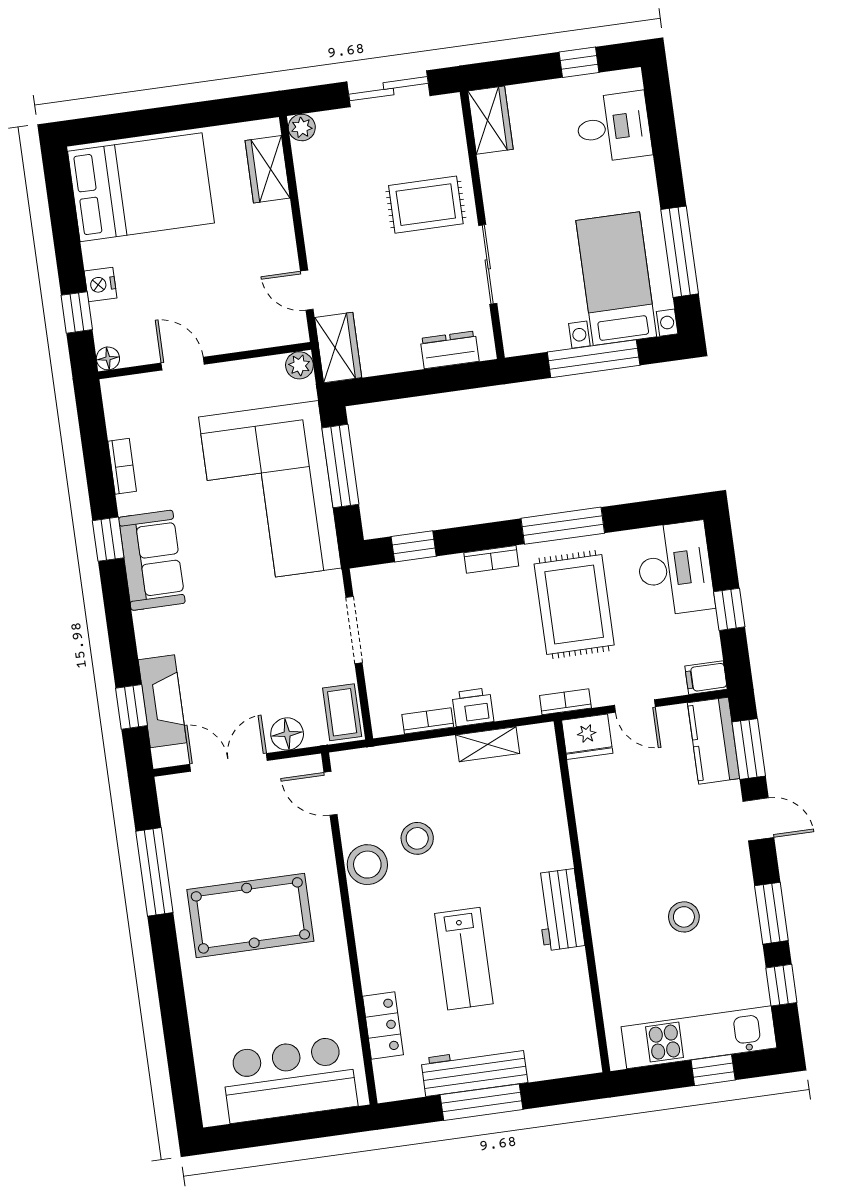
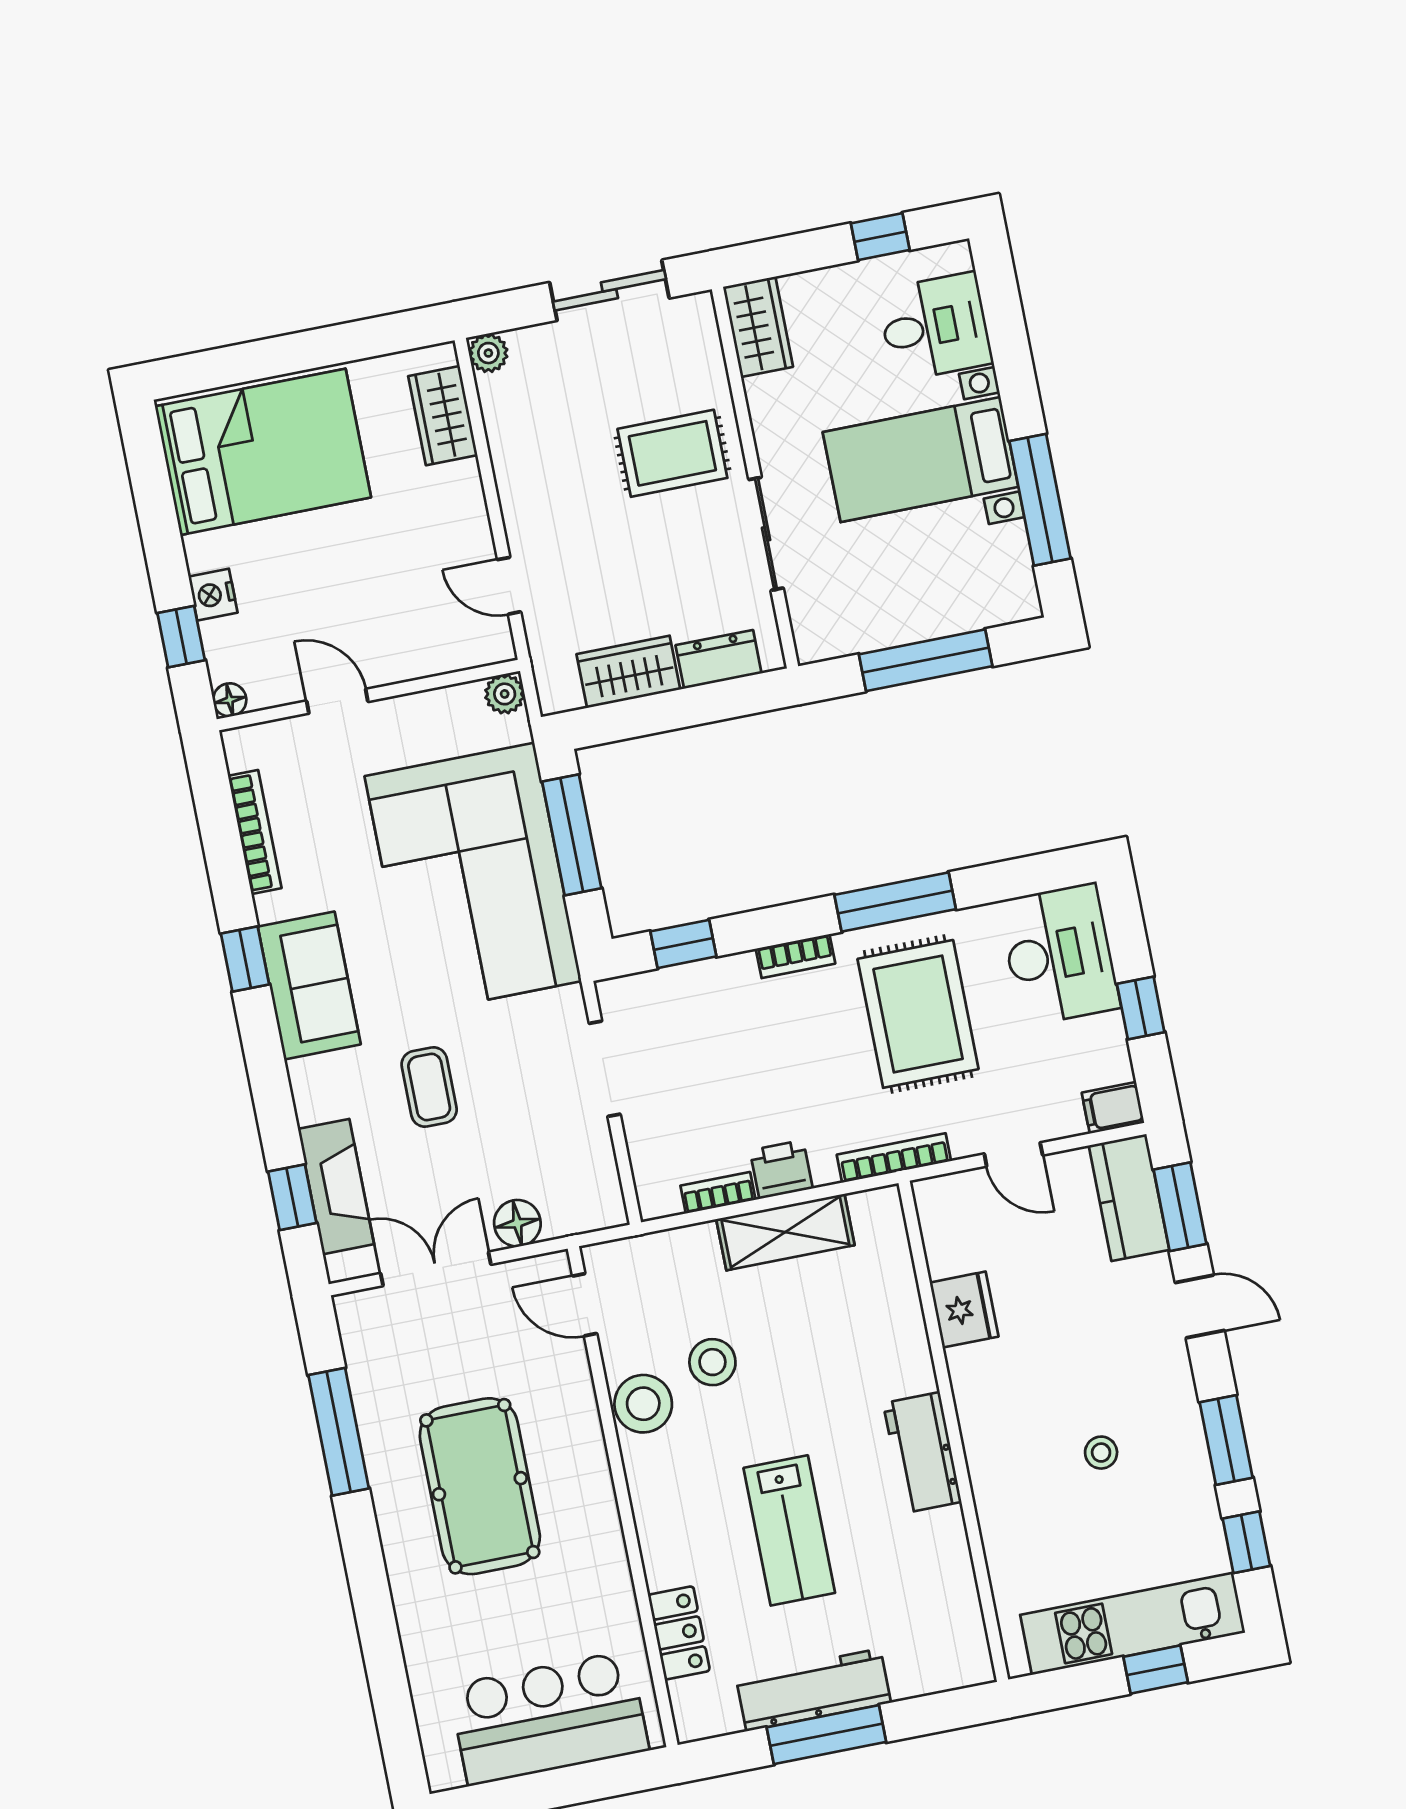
bed with nightstands: (616, 279) -> (921, 460), moved, turned -90
wardrobe: (338, 348) -> (628, 672), moved, turned -90
bookcase: (122, 466) -> (255, 832), width x1.56
bookcase: (565, 702) -> (894, 1158), width x1.56
coffee table: (342, 712) -> (429, 1087), moved
fridge: (587, 737) -> (964, 1310), moved, turned -90
shelving: (488, 744) -> (785, 1232), width x1.50, depth x1.33
pool table: (250, 915) -> (480, 1486), turned 90
stool: (684, 917) -> (1101, 1453), width x0.73, depth x0.73

